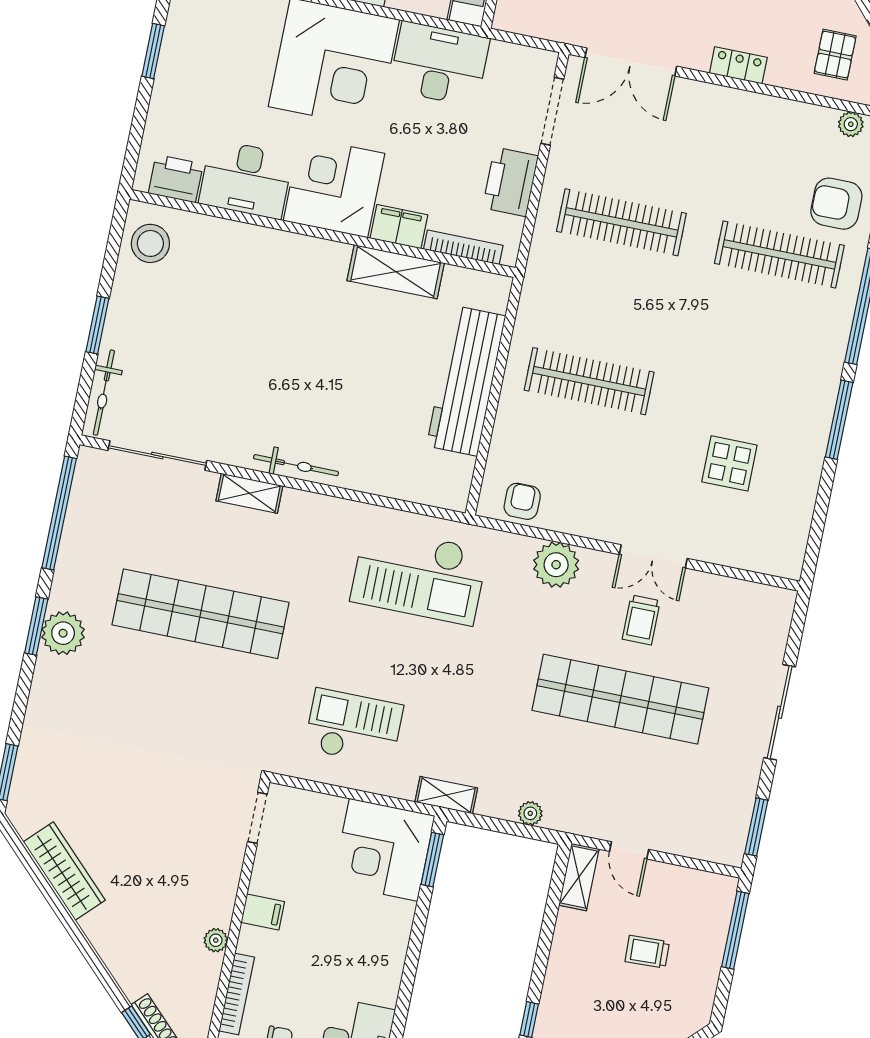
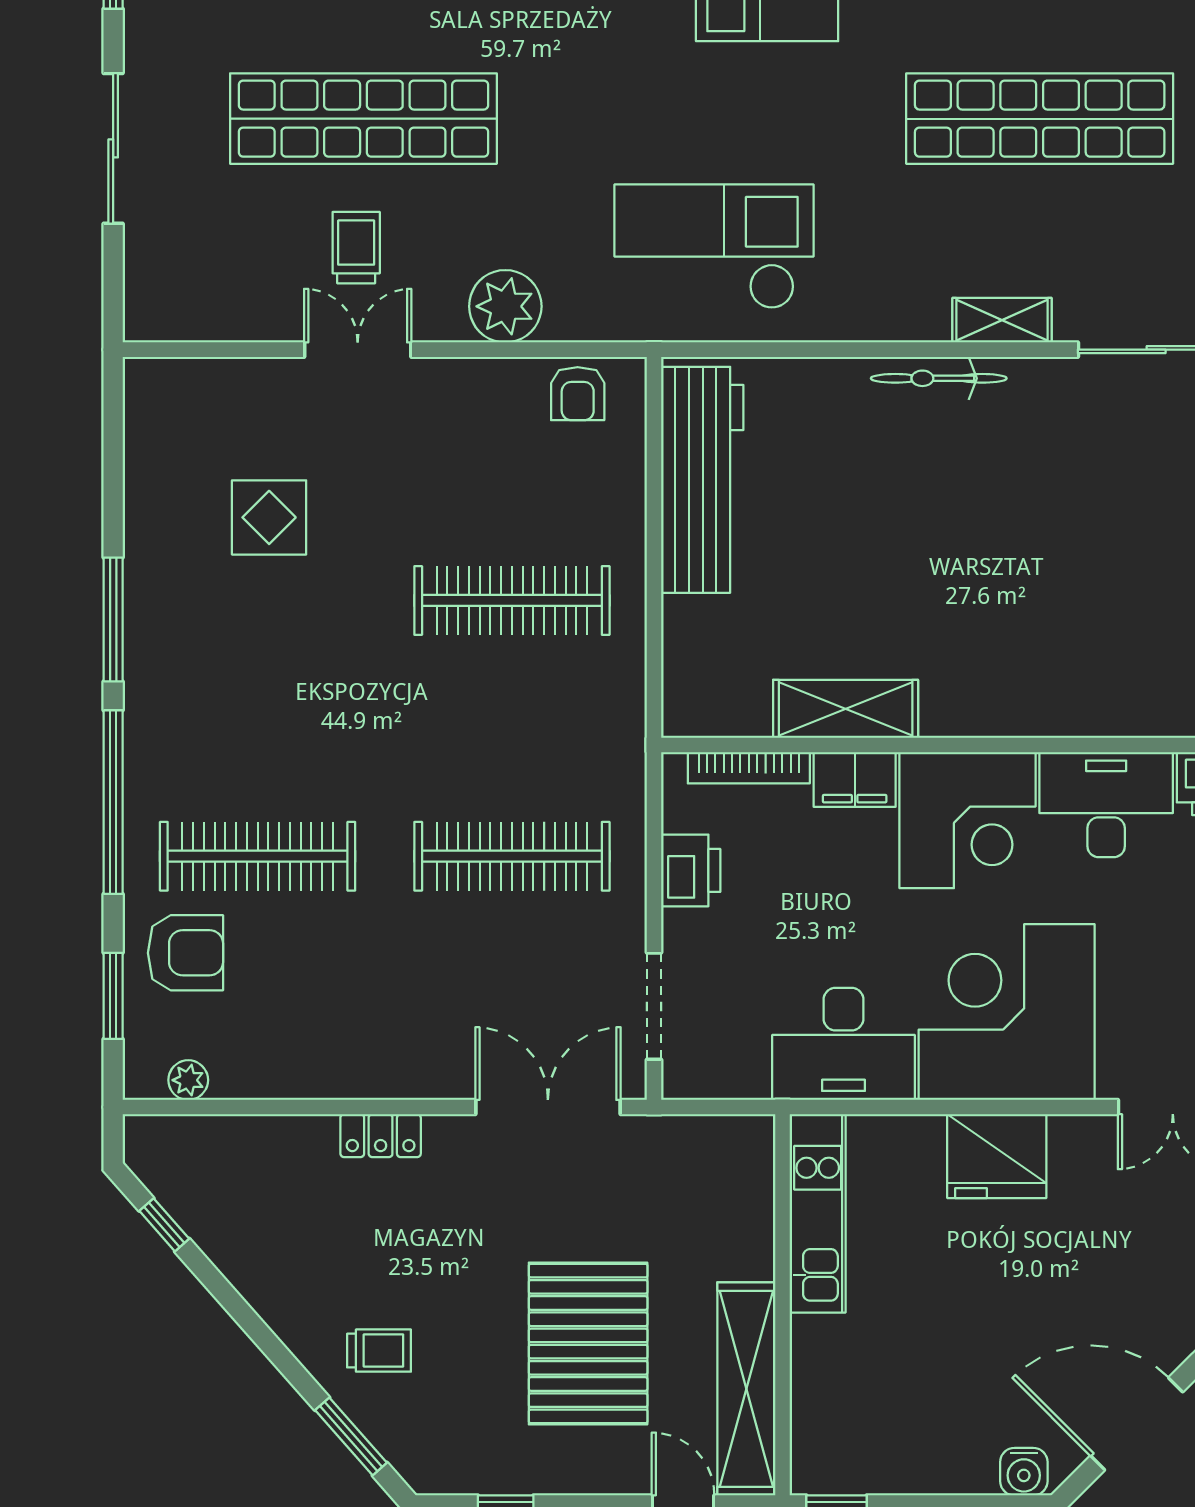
pallet: (835, 55) -> (234, 1183), removed
printer: (510, 182) -> (691, 870), width x0.73, depth x0.84
workbench: (466, 381) -> (702, 480), moved

